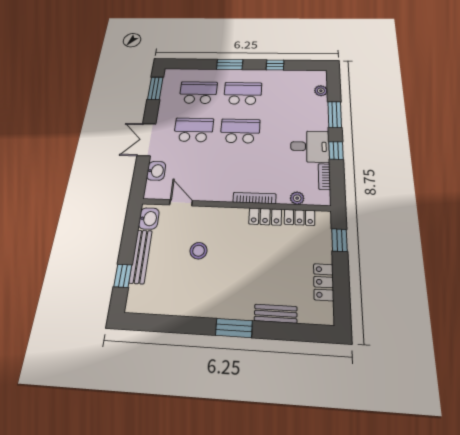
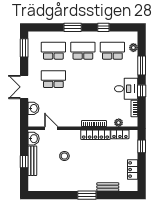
school desk: (240, 131) -> (112, 51), moved
locker: (265, 217) -> (95, 135), width x1.53
window: (123, 276) -> (24, 162), moved

